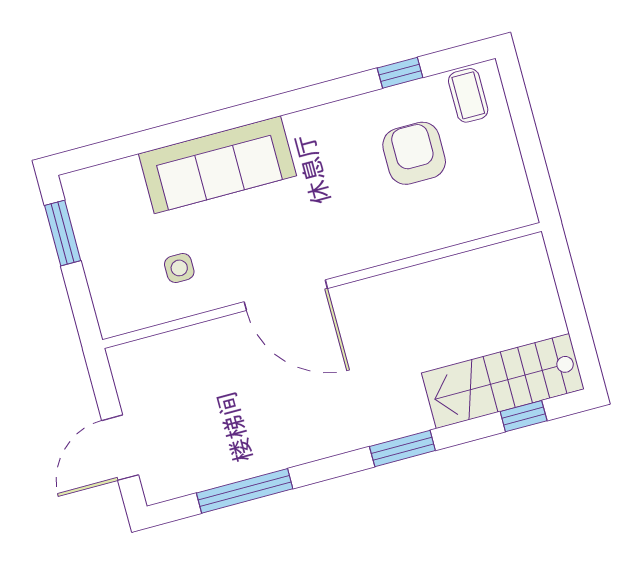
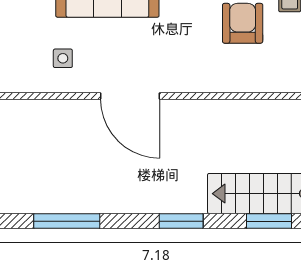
window: (524, 416) -> (269, 221), width x1.50

